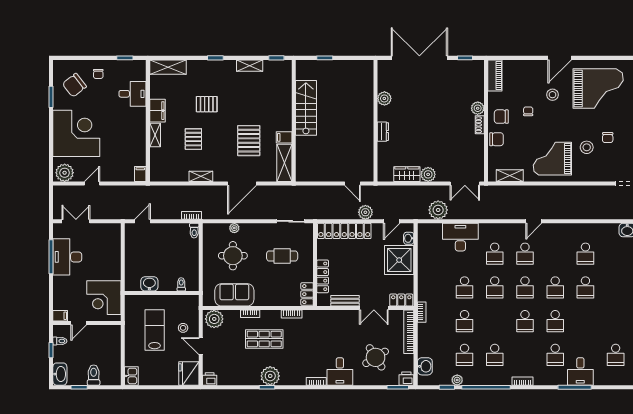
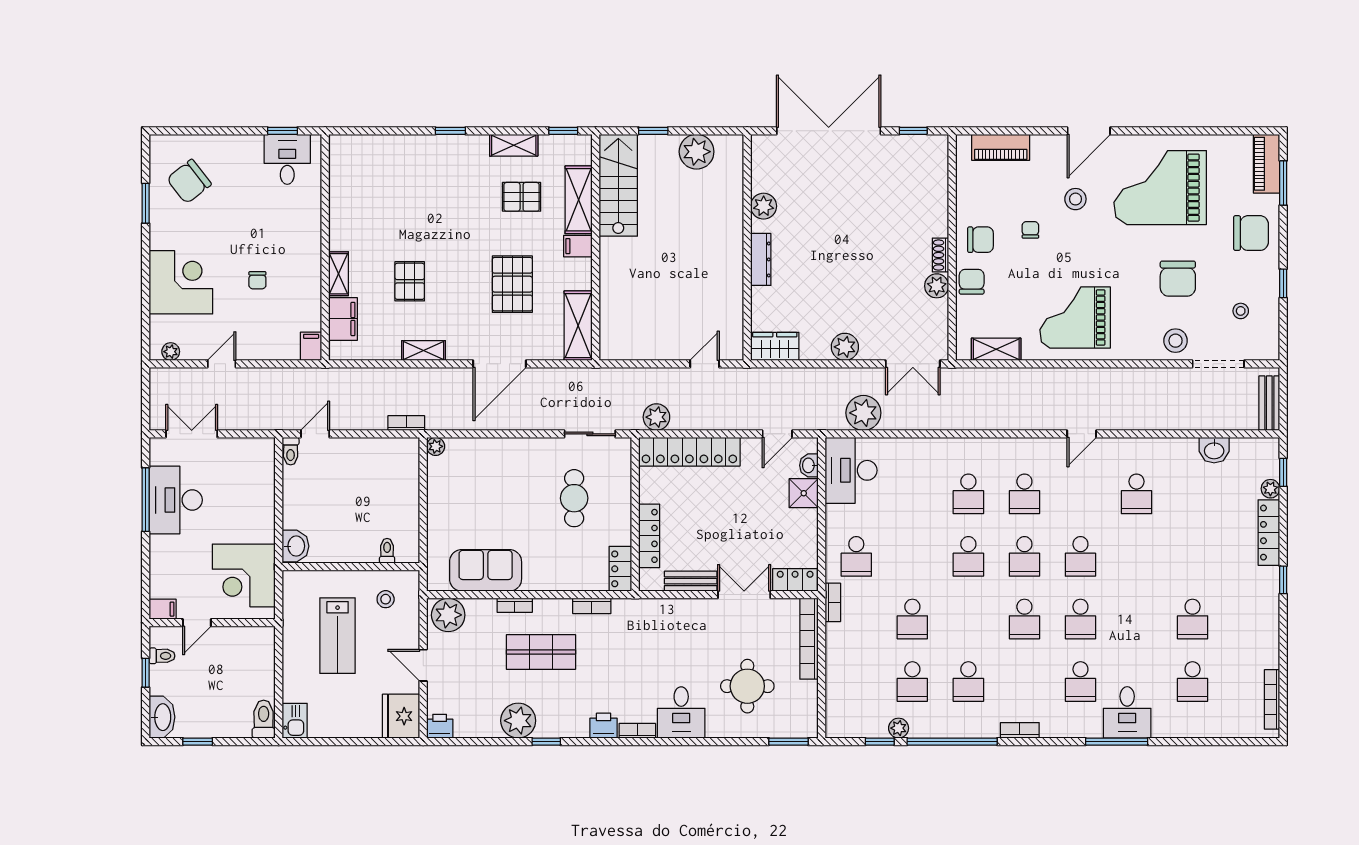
shelving: (168, 67) -> (579, 200), moved, turned 90
plant: (348, 69) -> (697, 152), added
chair: (98, 74) -> (257, 280), moved
piano: (495, 75) -> (1001, 147), moved, turned 90
grand piano: (598, 88) -> (1160, 188), turned 180
desk: (133, 94) -> (287, 159), moved, turned -90
pallet: (207, 104) -> (522, 197), moved
stairs: (306, 108) -> (618, 185), moved
plant: (478, 108) -> (937, 286), moved
filing cabinet: (157, 111) -> (343, 319), moved
chair: (501, 117) -> (981, 240), turned 180
dresser: (383, 132) -> (761, 259), width x1.44
corner desk: (76, 133) -> (181, 282), width x0.74, depth x0.74
filing cabinet: (284, 137) -> (578, 246), moved
chair: (608, 138) -> (1178, 279), width x1.87, depth x1.87
chair: (496, 139) -> (972, 282), turned -90
stool: (587, 147) -> (1176, 341), moved
plant: (65, 173) -> (171, 352), width x0.53, depth x0.53
wardrobe: (407, 174) -> (775, 346), moved
door: (352, 184) -> (705, 364), swing flipped
plant: (365, 212) -> (656, 417), moved
door: (534, 221) -> (1082, 434), moved
plant: (234, 228) -> (436, 446), moved
toilet: (194, 231) -> (291, 451), moved
desk: (460, 237) -> (851, 470), moved, turned -90
round table: (233, 256) -> (483, 498), removed
cafe table: (282, 256) -> (574, 498), turned 90
shower: (399, 260) -> (804, 493), width x0.54, depth x0.54
washbasin: (149, 284) -> (295, 546), moved, turned 90
school desk: (465, 287) -> (856, 556), moved
school desk: (585, 287) -> (1193, 619), moved
double door: (374, 308) -> (744, 595), swing flipped
stool: (183, 328) -> (386, 599), moved
lab bench: (155, 330) -> (338, 636), turned 180
round table: (376, 357) -> (747, 686), turned 32
washbasin: (425, 366) -> (839, 703), removed
toilet: (94, 375) -> (264, 719), moved
plant: (270, 376) -> (518, 721), moved
printer: (406, 379) -> (604, 726), moved

